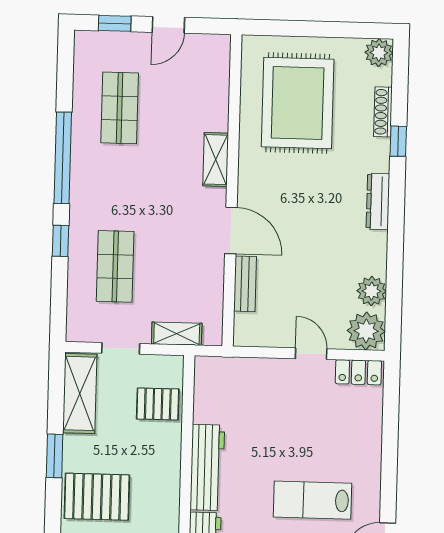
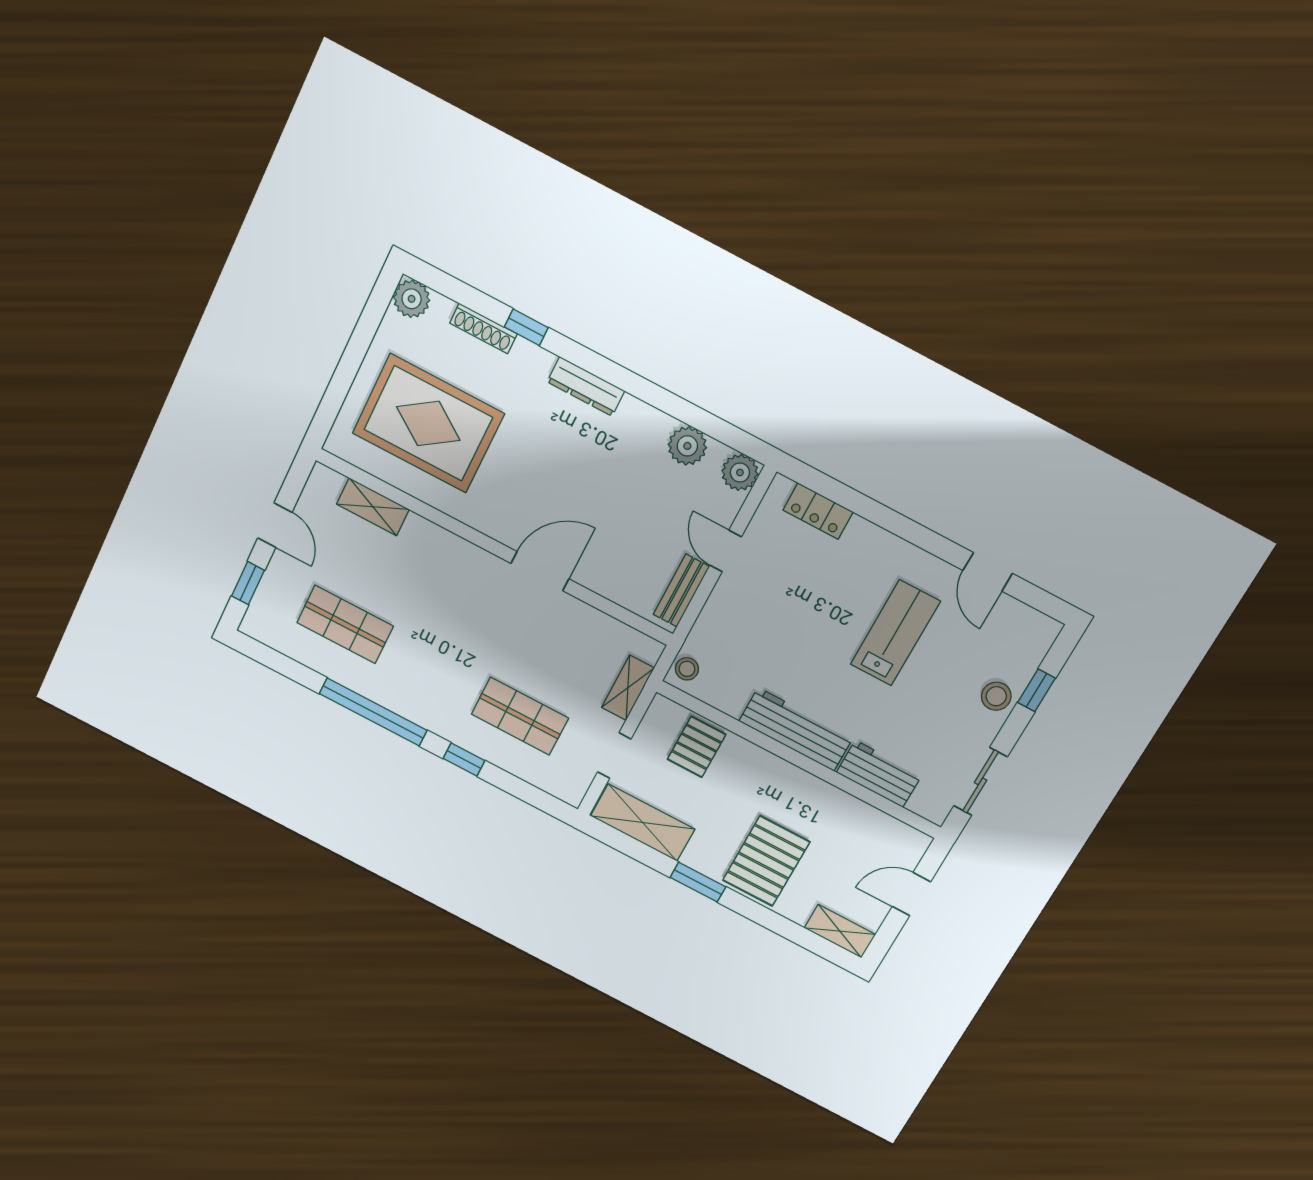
shelving: (216, 160) -> (373, 507), moved
bench: (245, 284) -> (681, 591), moved, turned 90
plant: (366, 331) -> (740, 472), width x0.73, depth x0.73
door: (311, 354) -> (726, 551), hinge flipped
stool: (212, 369) -> (687, 669), added
locker: (358, 372) -> (818, 511), moved, turned 90
lab bench: (313, 500) -> (895, 633), turned 180

